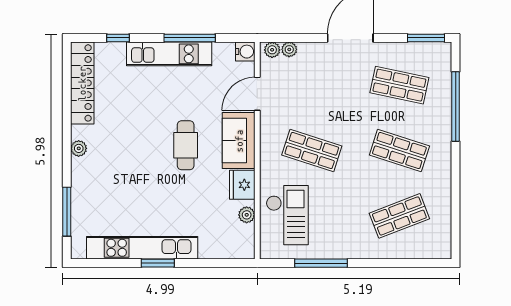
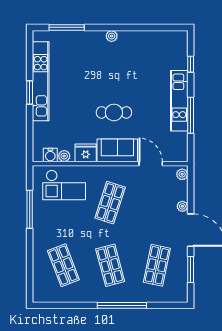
window: (426, 38) -> (191, 270), moved
plant: (289, 49) -> (182, 206), moved
water cooler: (245, 52) -> (50, 155), moved
locker: (82, 83) -> (158, 39), removed
window: (456, 107) -> (122, 305), moved
shop shelf: (399, 151) -> (110, 265), turned -33

